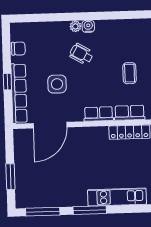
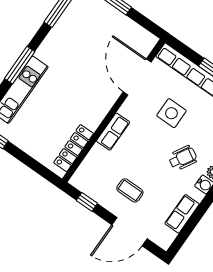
row of seats: (130, 113) -> (182, 214), moved, turned 180
window: (90, 210) -> (20, 65), moved

